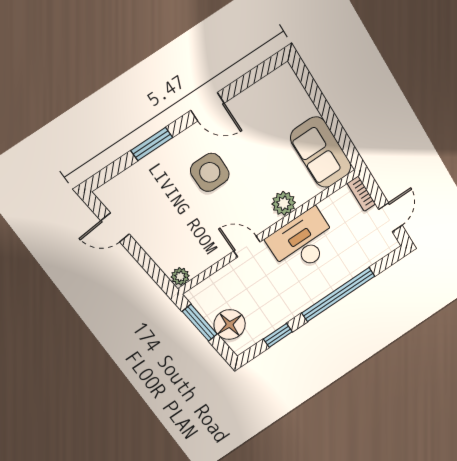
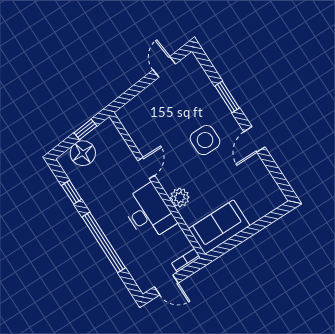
plant: (180, 276) -> (124, 115), removed
window: (200, 323) -> (85, 129), width x0.67

